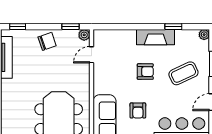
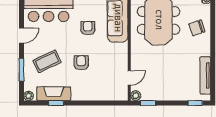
fireplace: (156, 37) -> (54, 94), moved
chair: (47, 41) -> (197, 28), moved
armchair: (145, 72) -> (81, 63), turned 90

